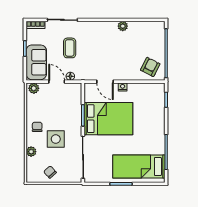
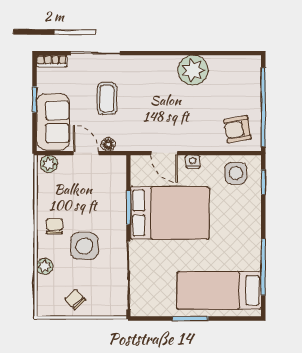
plant: (123, 26) -> (193, 70), width x1.88, depth x1.88
armchair: (150, 67) -> (237, 129), turned -127
side table: (149, 94) -> (236, 173), added

